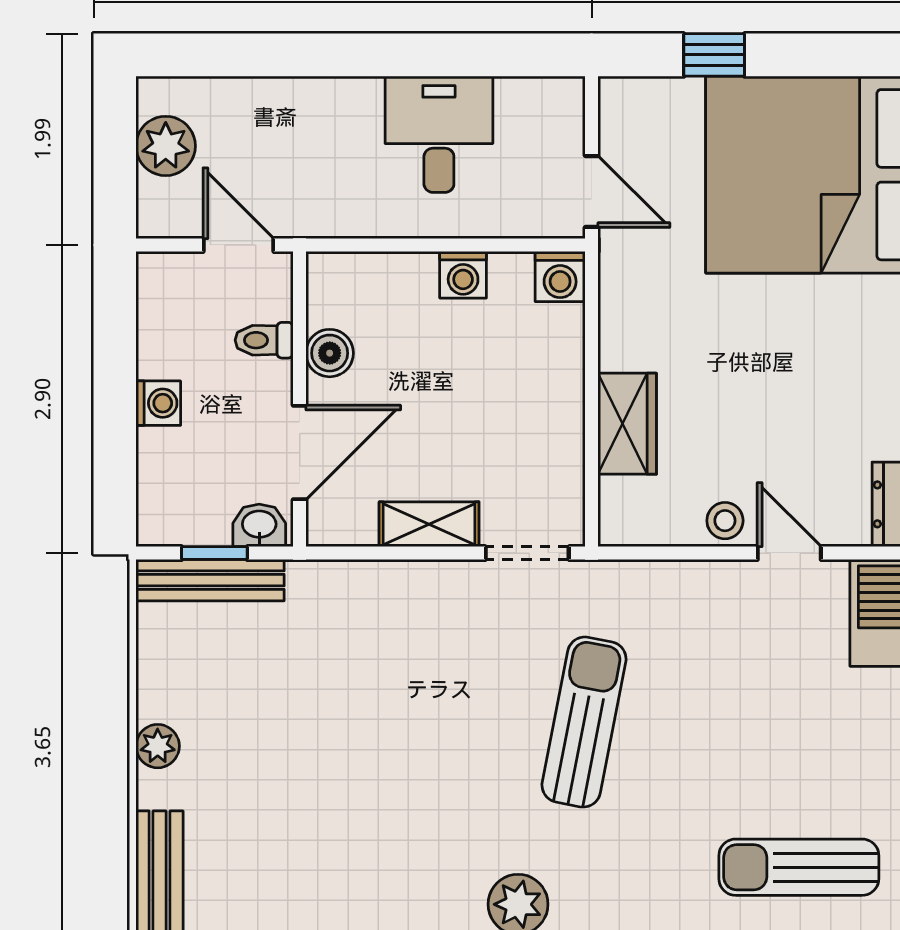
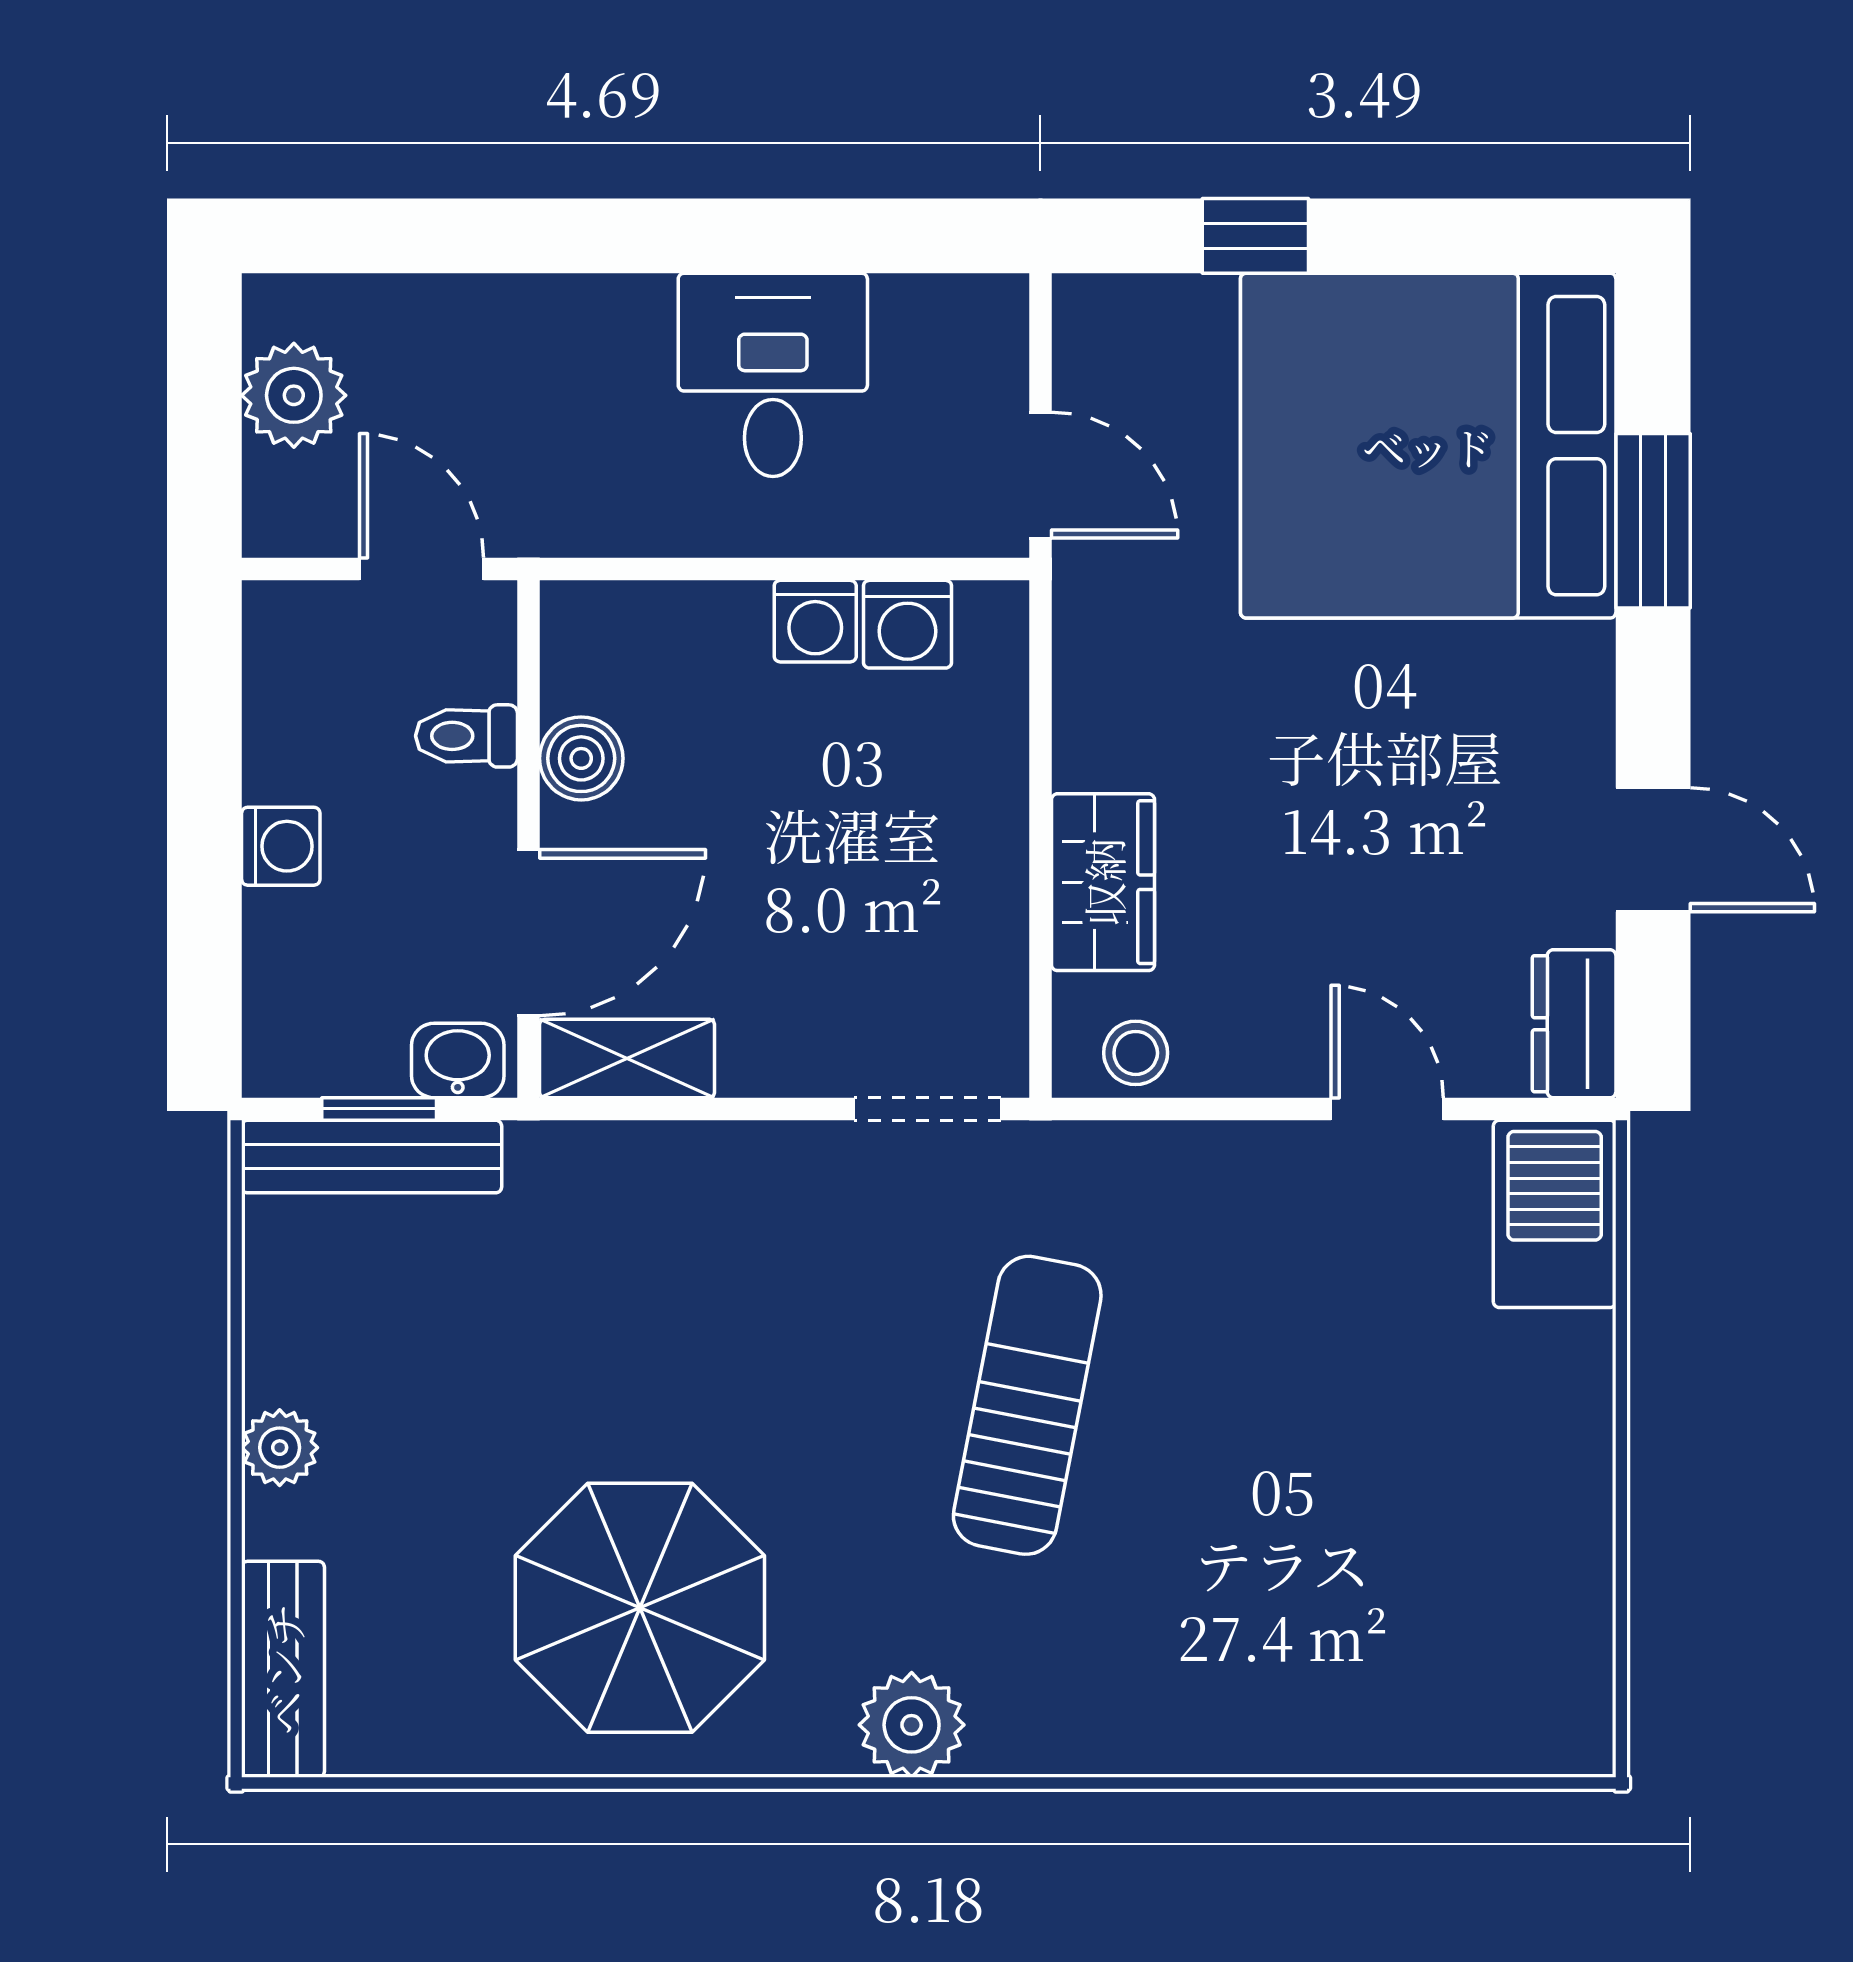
washing machine: (560, 277) -> (907, 624), moved
stool: (725, 521) -> (1136, 1053), moved
shelving: (429, 524) -> (627, 1058), moved
parasol: (363, 837) -> (640, 1608), added
sun lounger: (799, 867) -> (1404, 1660), removed

